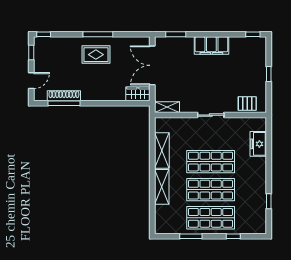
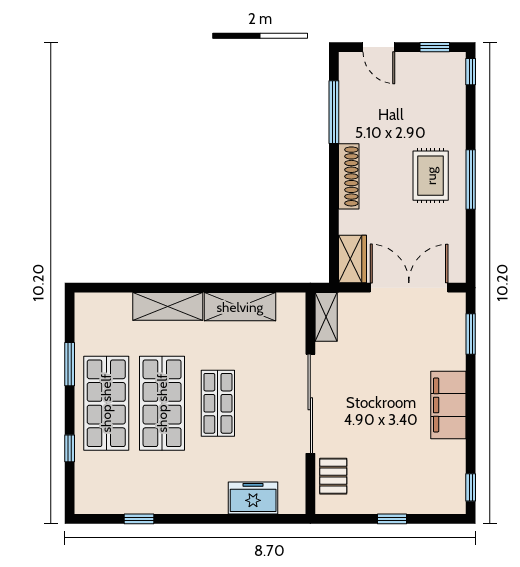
shoe rack: (64, 96) -> (349, 176), moved
sliding door: (211, 115) -> (310, 404), width x1.86
shop shelf: (211, 162) -> (218, 403), width x0.70, depth x0.74

